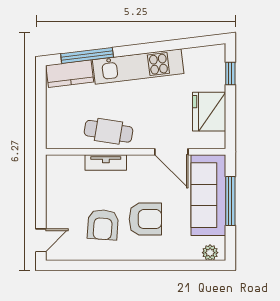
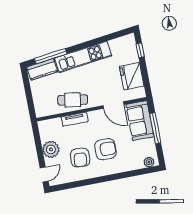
sofa: (208, 195) -> (140, 121), width x0.73
plant: (59, 203) -> (51, 149), added

